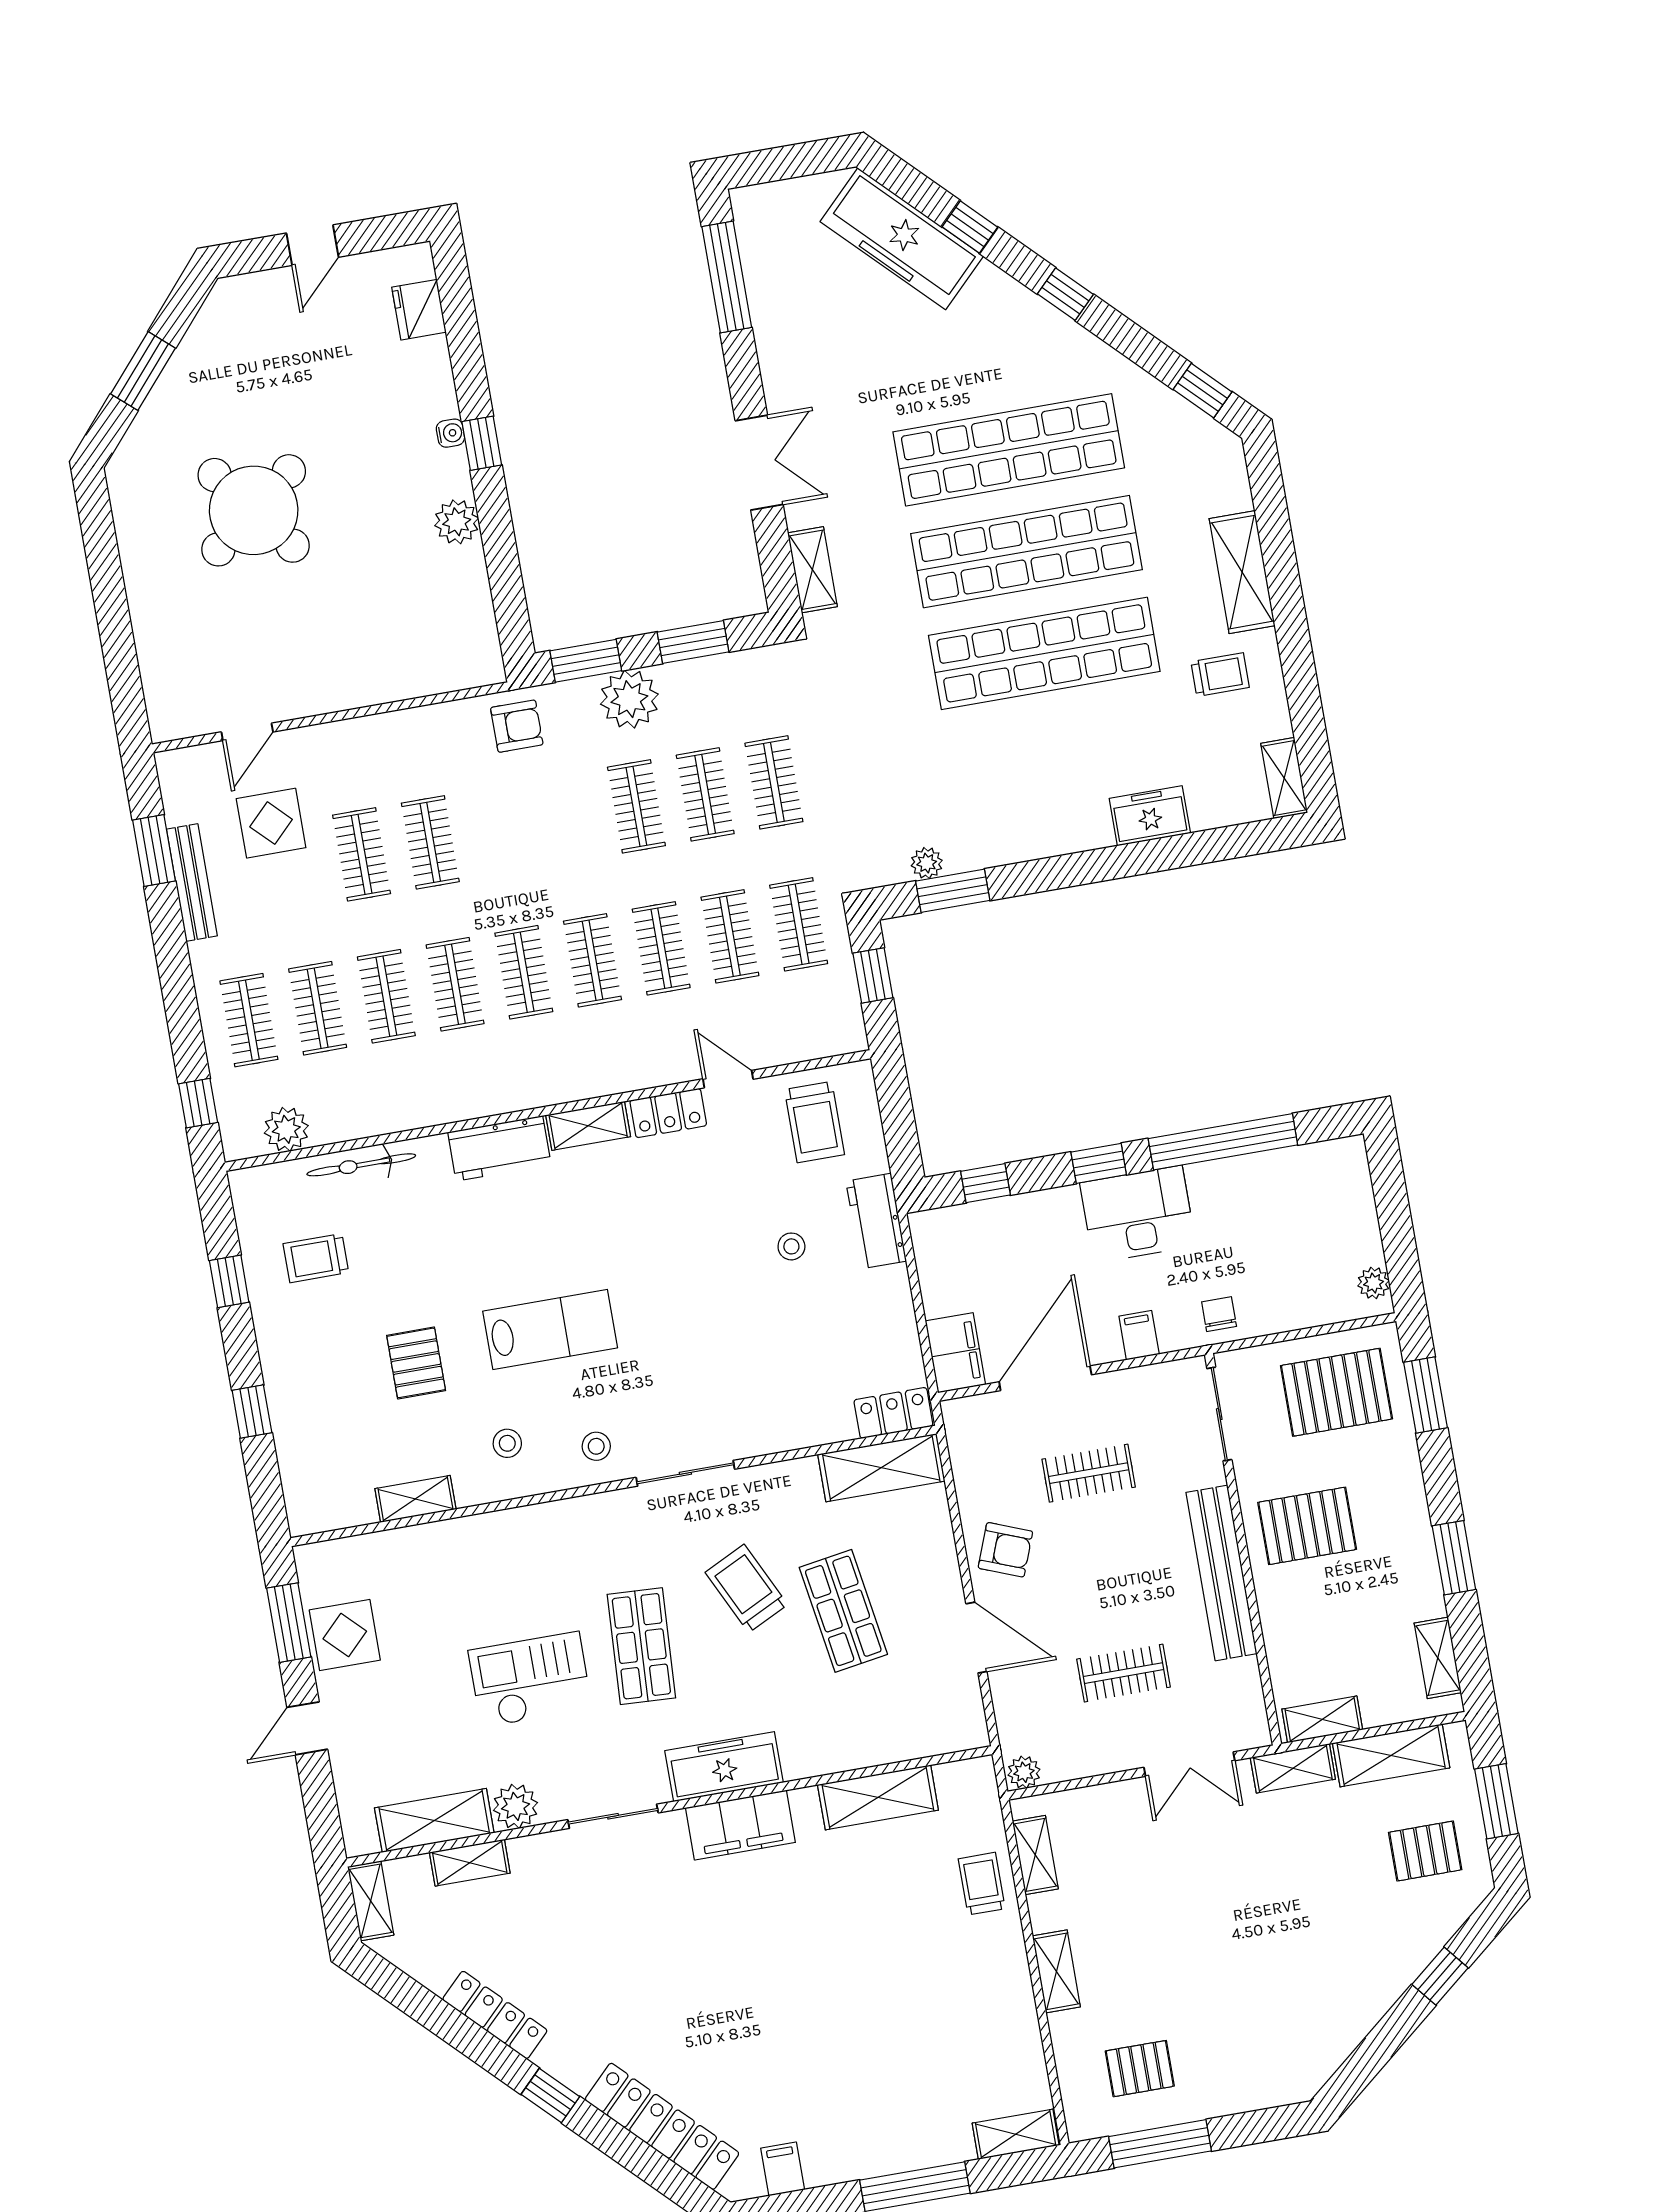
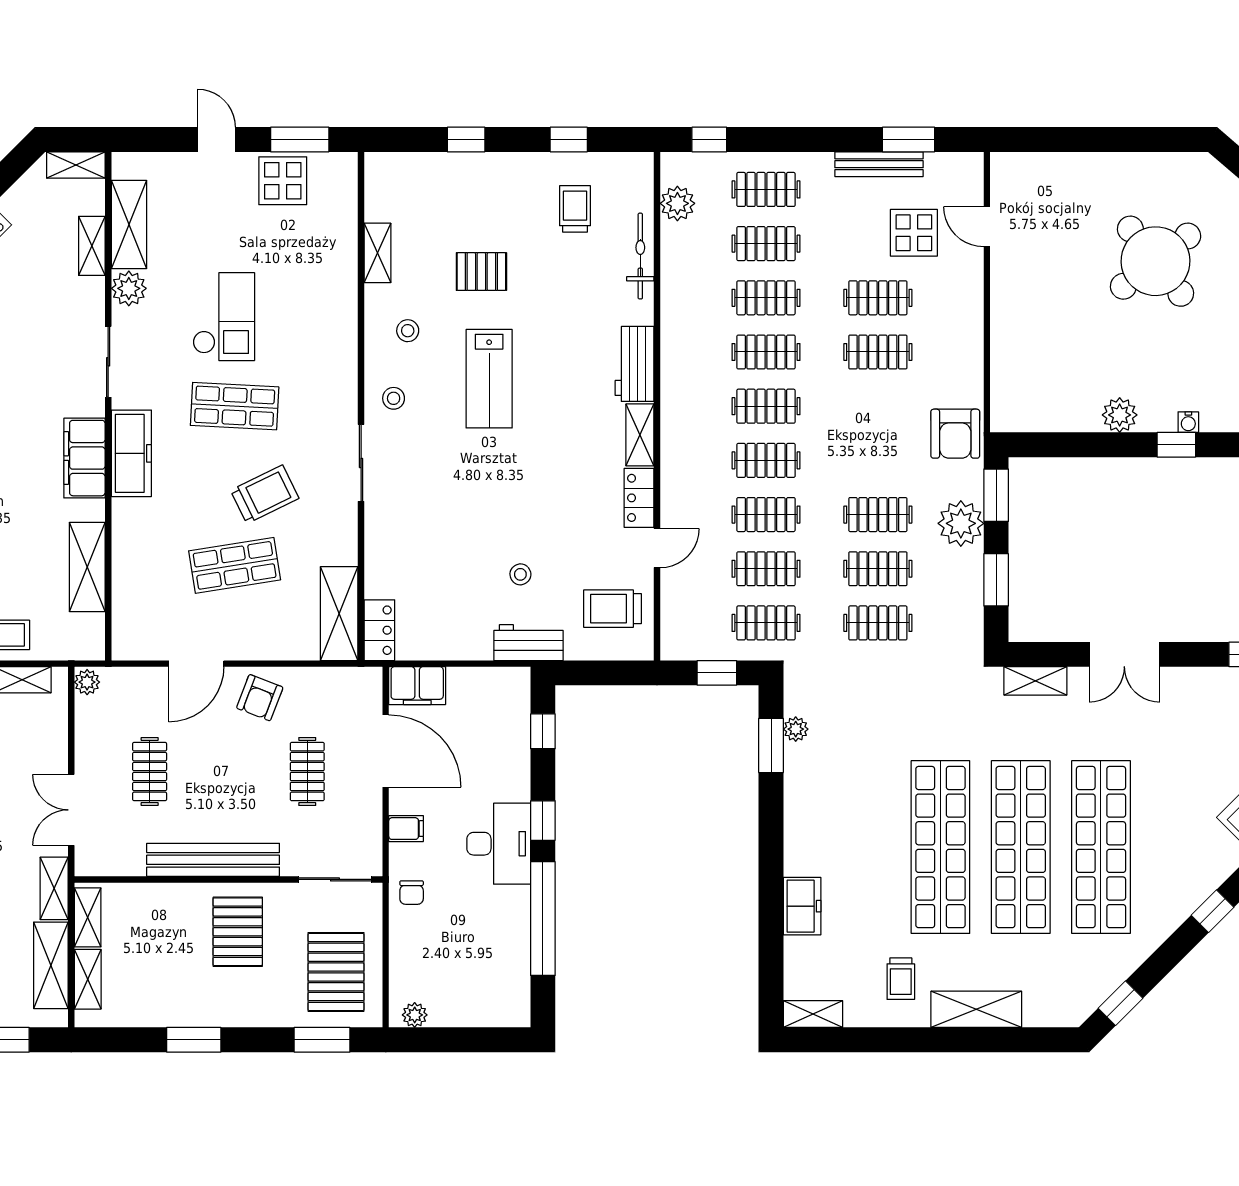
armchair: (517, 726) -> (955, 434), width x1.38, depth x1.38
chair: (1219, 1314) -> (412, 893), turned 90
shelving: (1438, 1658) -> (88, 979), moved, turned 90

